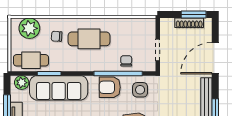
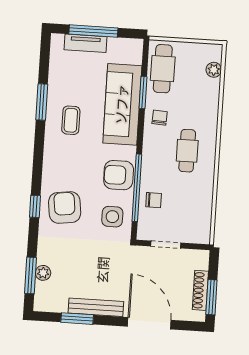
plant: (29, 28) -> (214, 70), width x0.53, depth x0.53
chair: (57, 36) -> (160, 118), moved
cafe table: (89, 39) -> (187, 151), width x0.73, depth x0.74
plant: (22, 83) -> (133, 54), removed
armchair: (110, 87) -> (119, 175), turned -90

